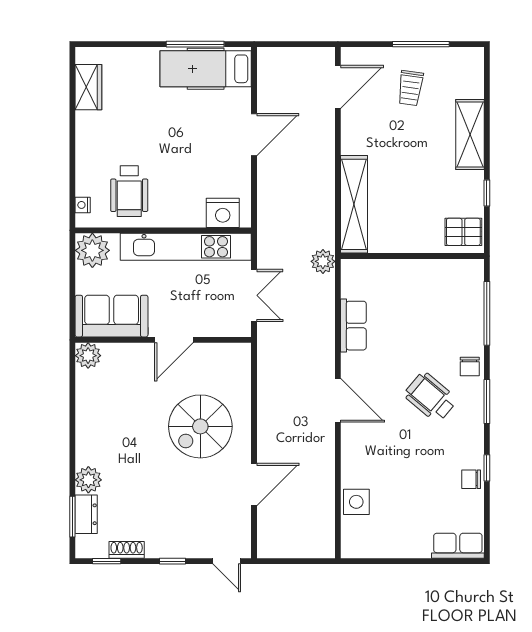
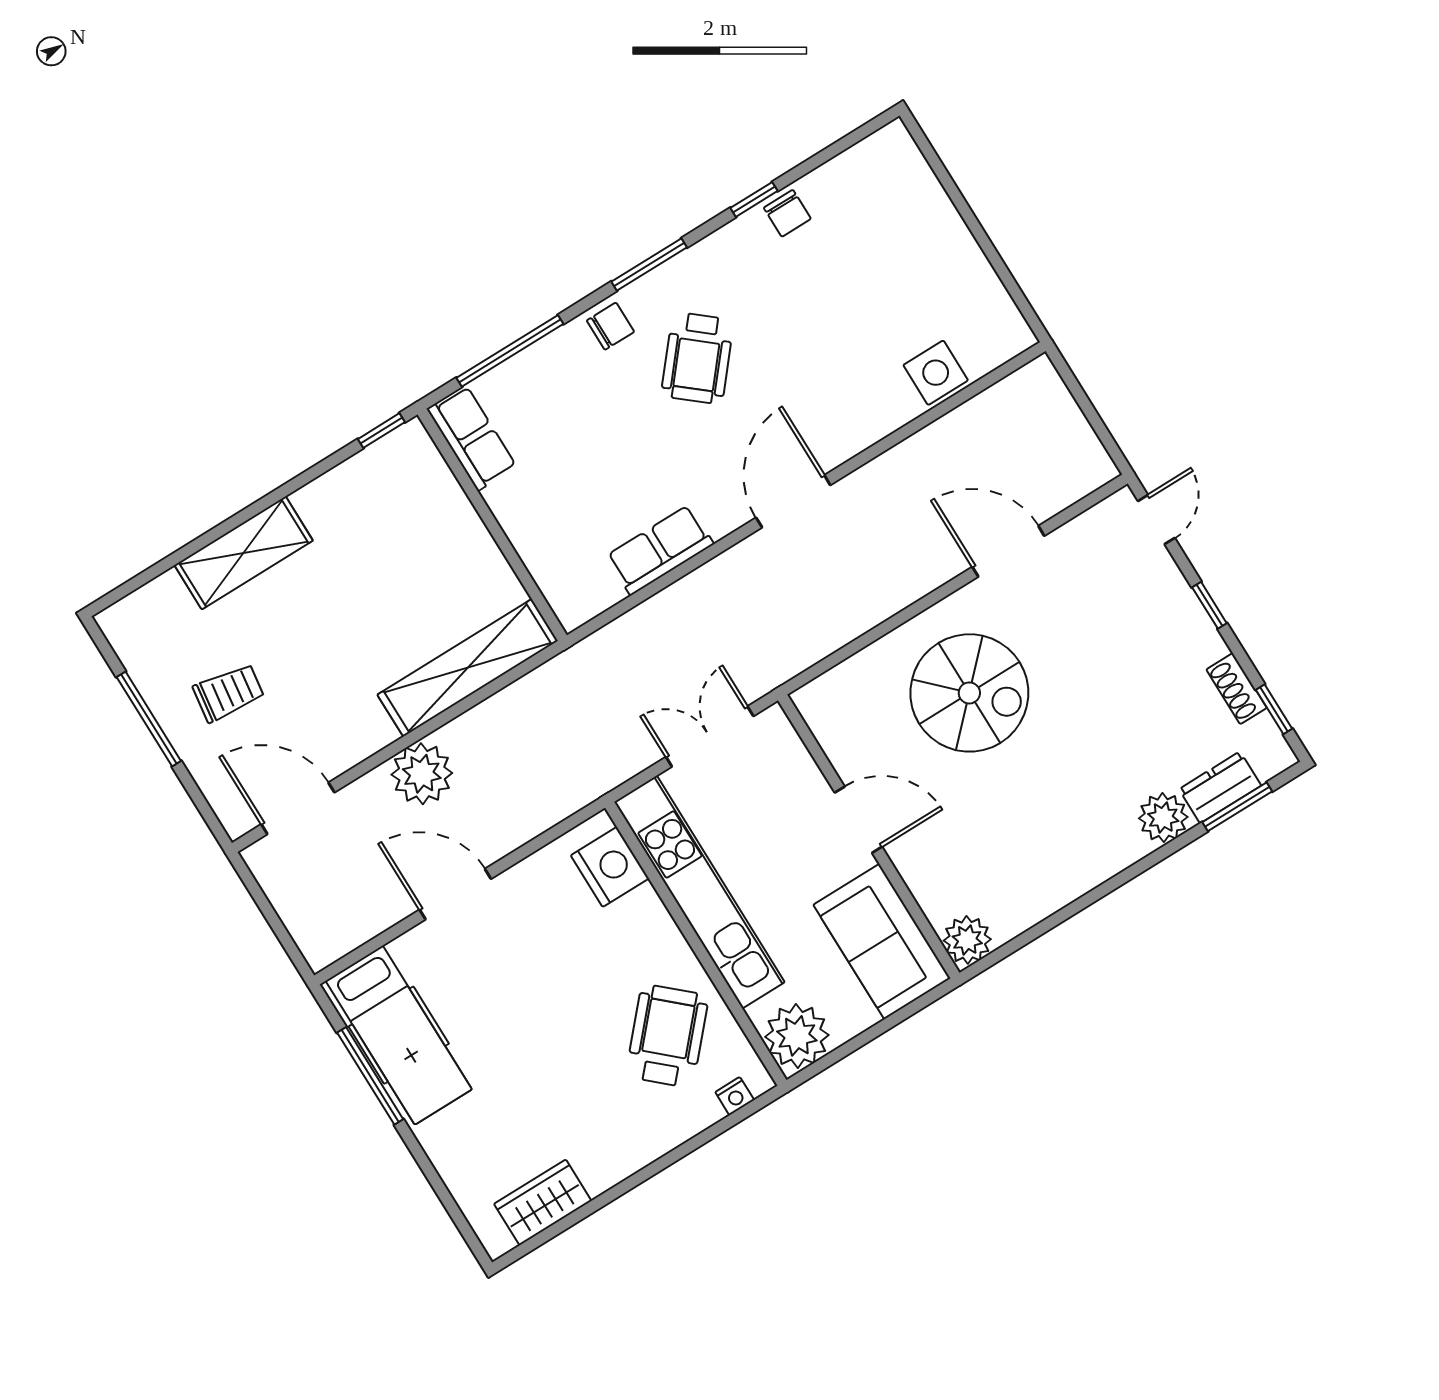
wheelchair: (129, 191) -> (667, 1036), turned -48
window: (487, 193) -> (381, 431), moved
pallet: (463, 232) -> (404, 468), removed
plant: (323, 261) -> (422, 774), moved, width x1.36, depth x1.36
row of seats: (458, 546) -> (472, 438), moved, turned 180

